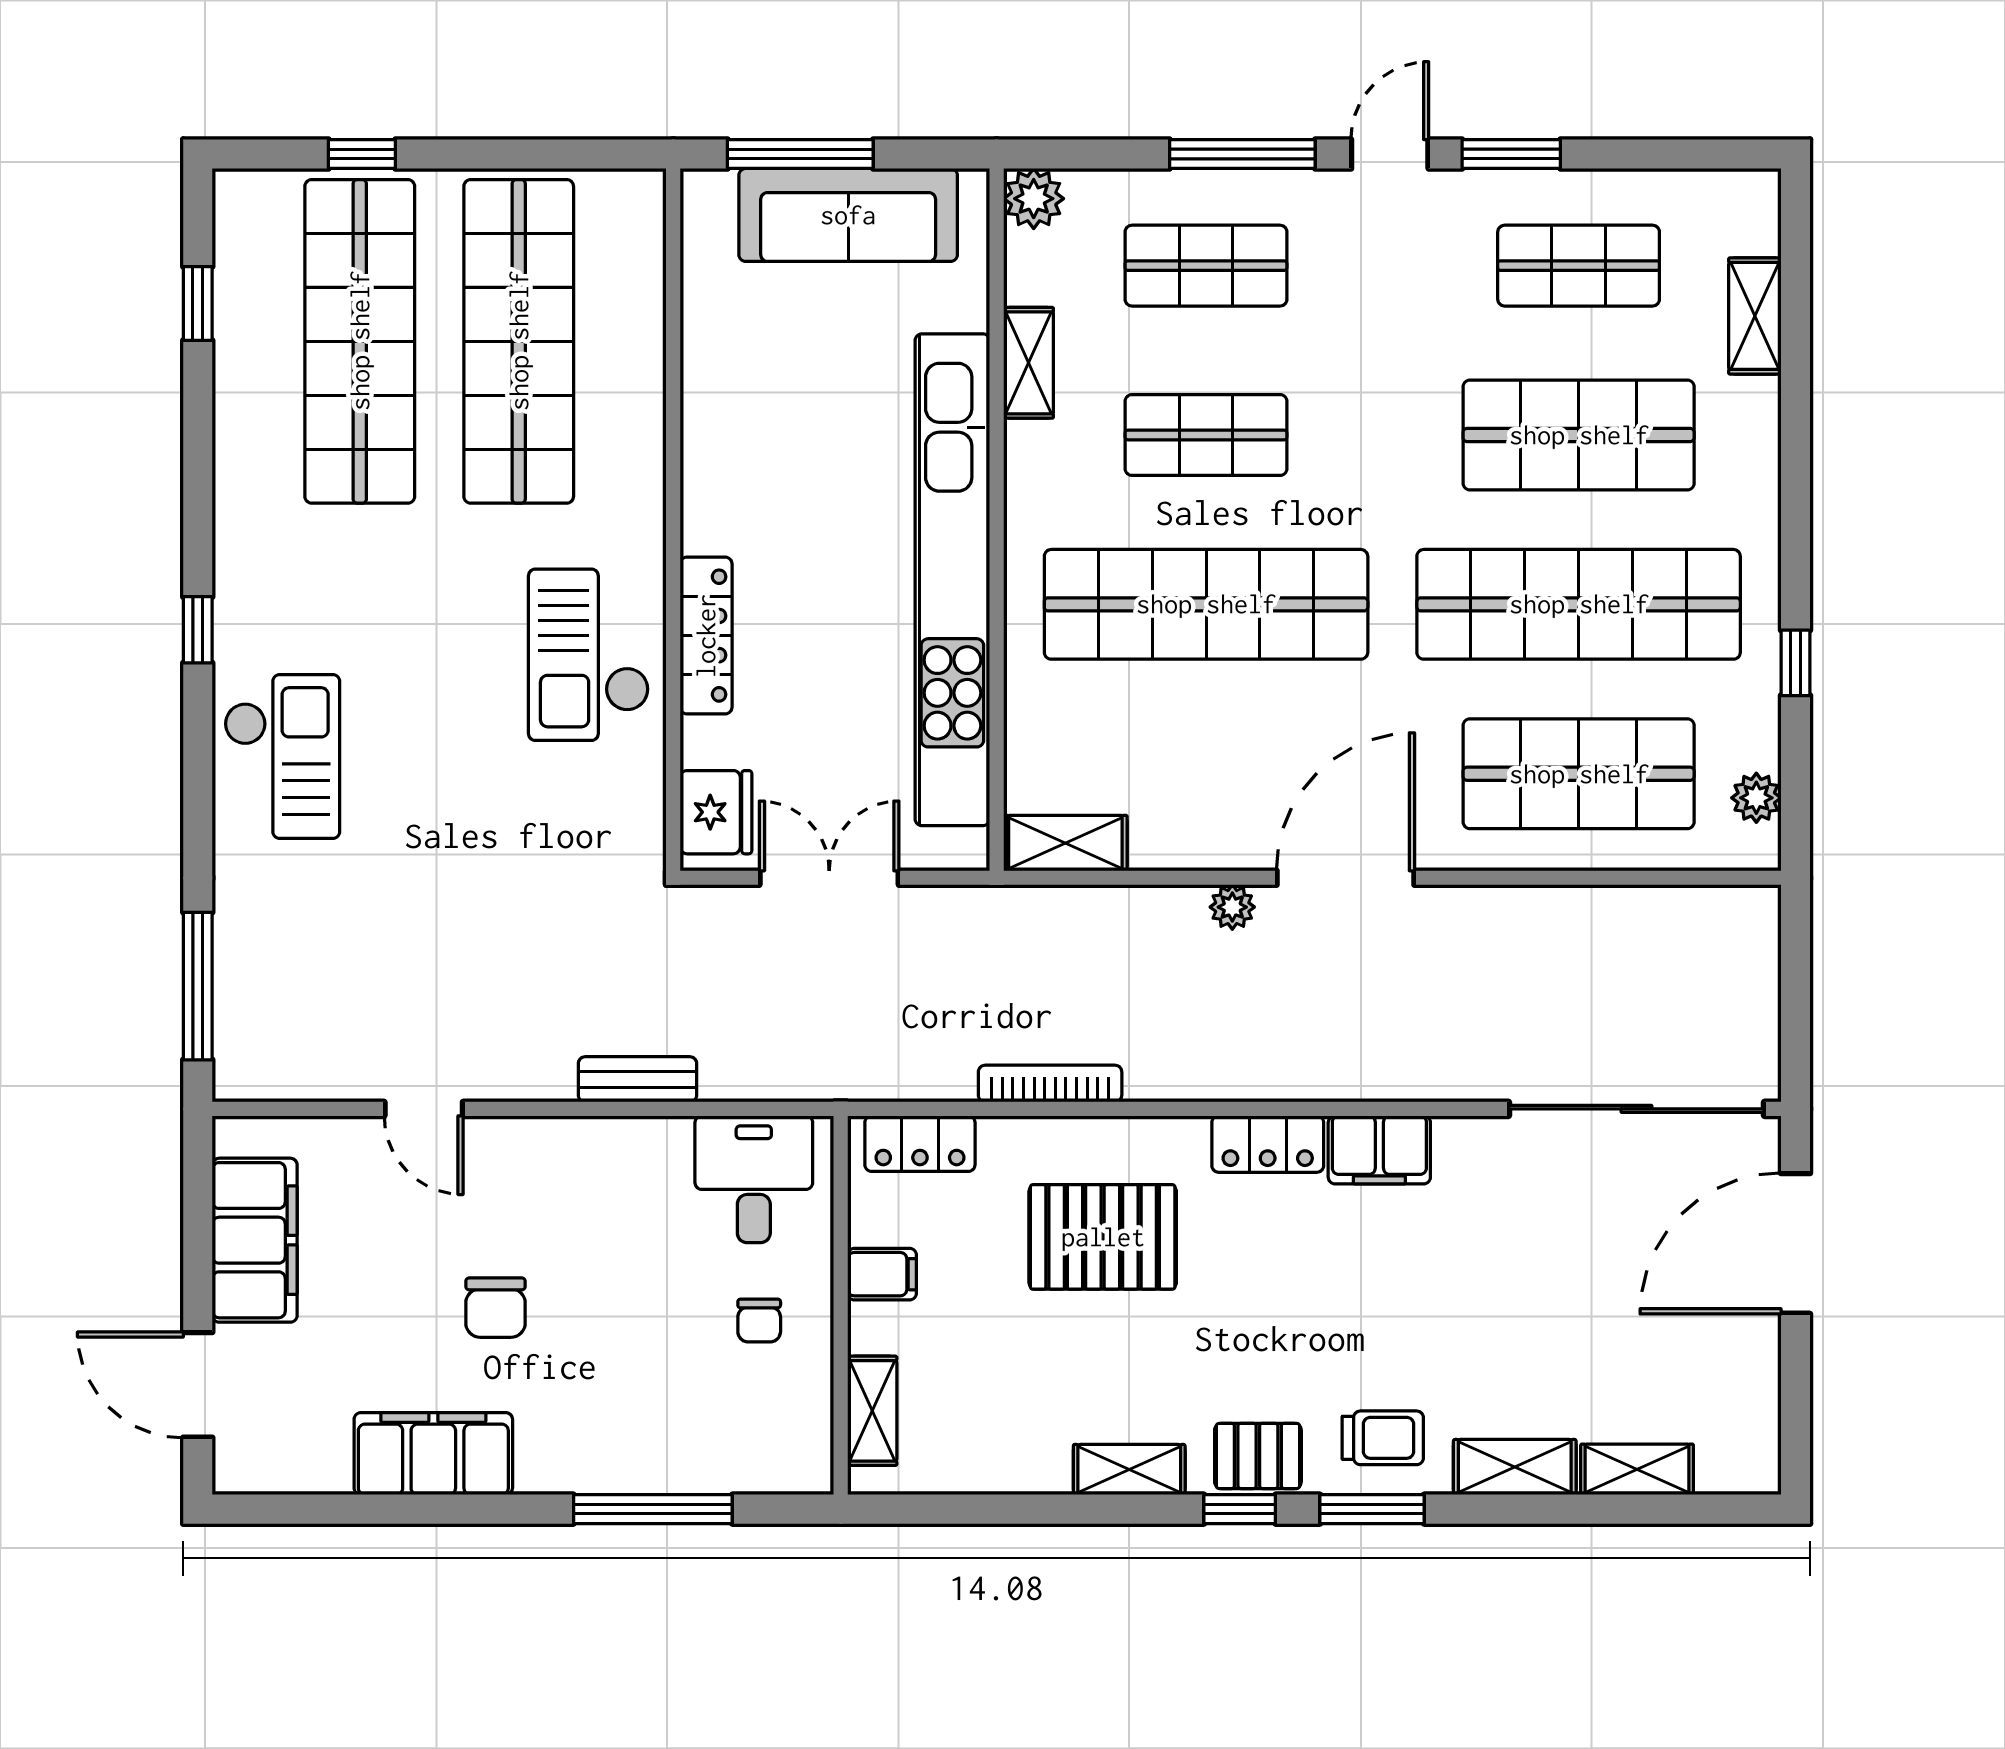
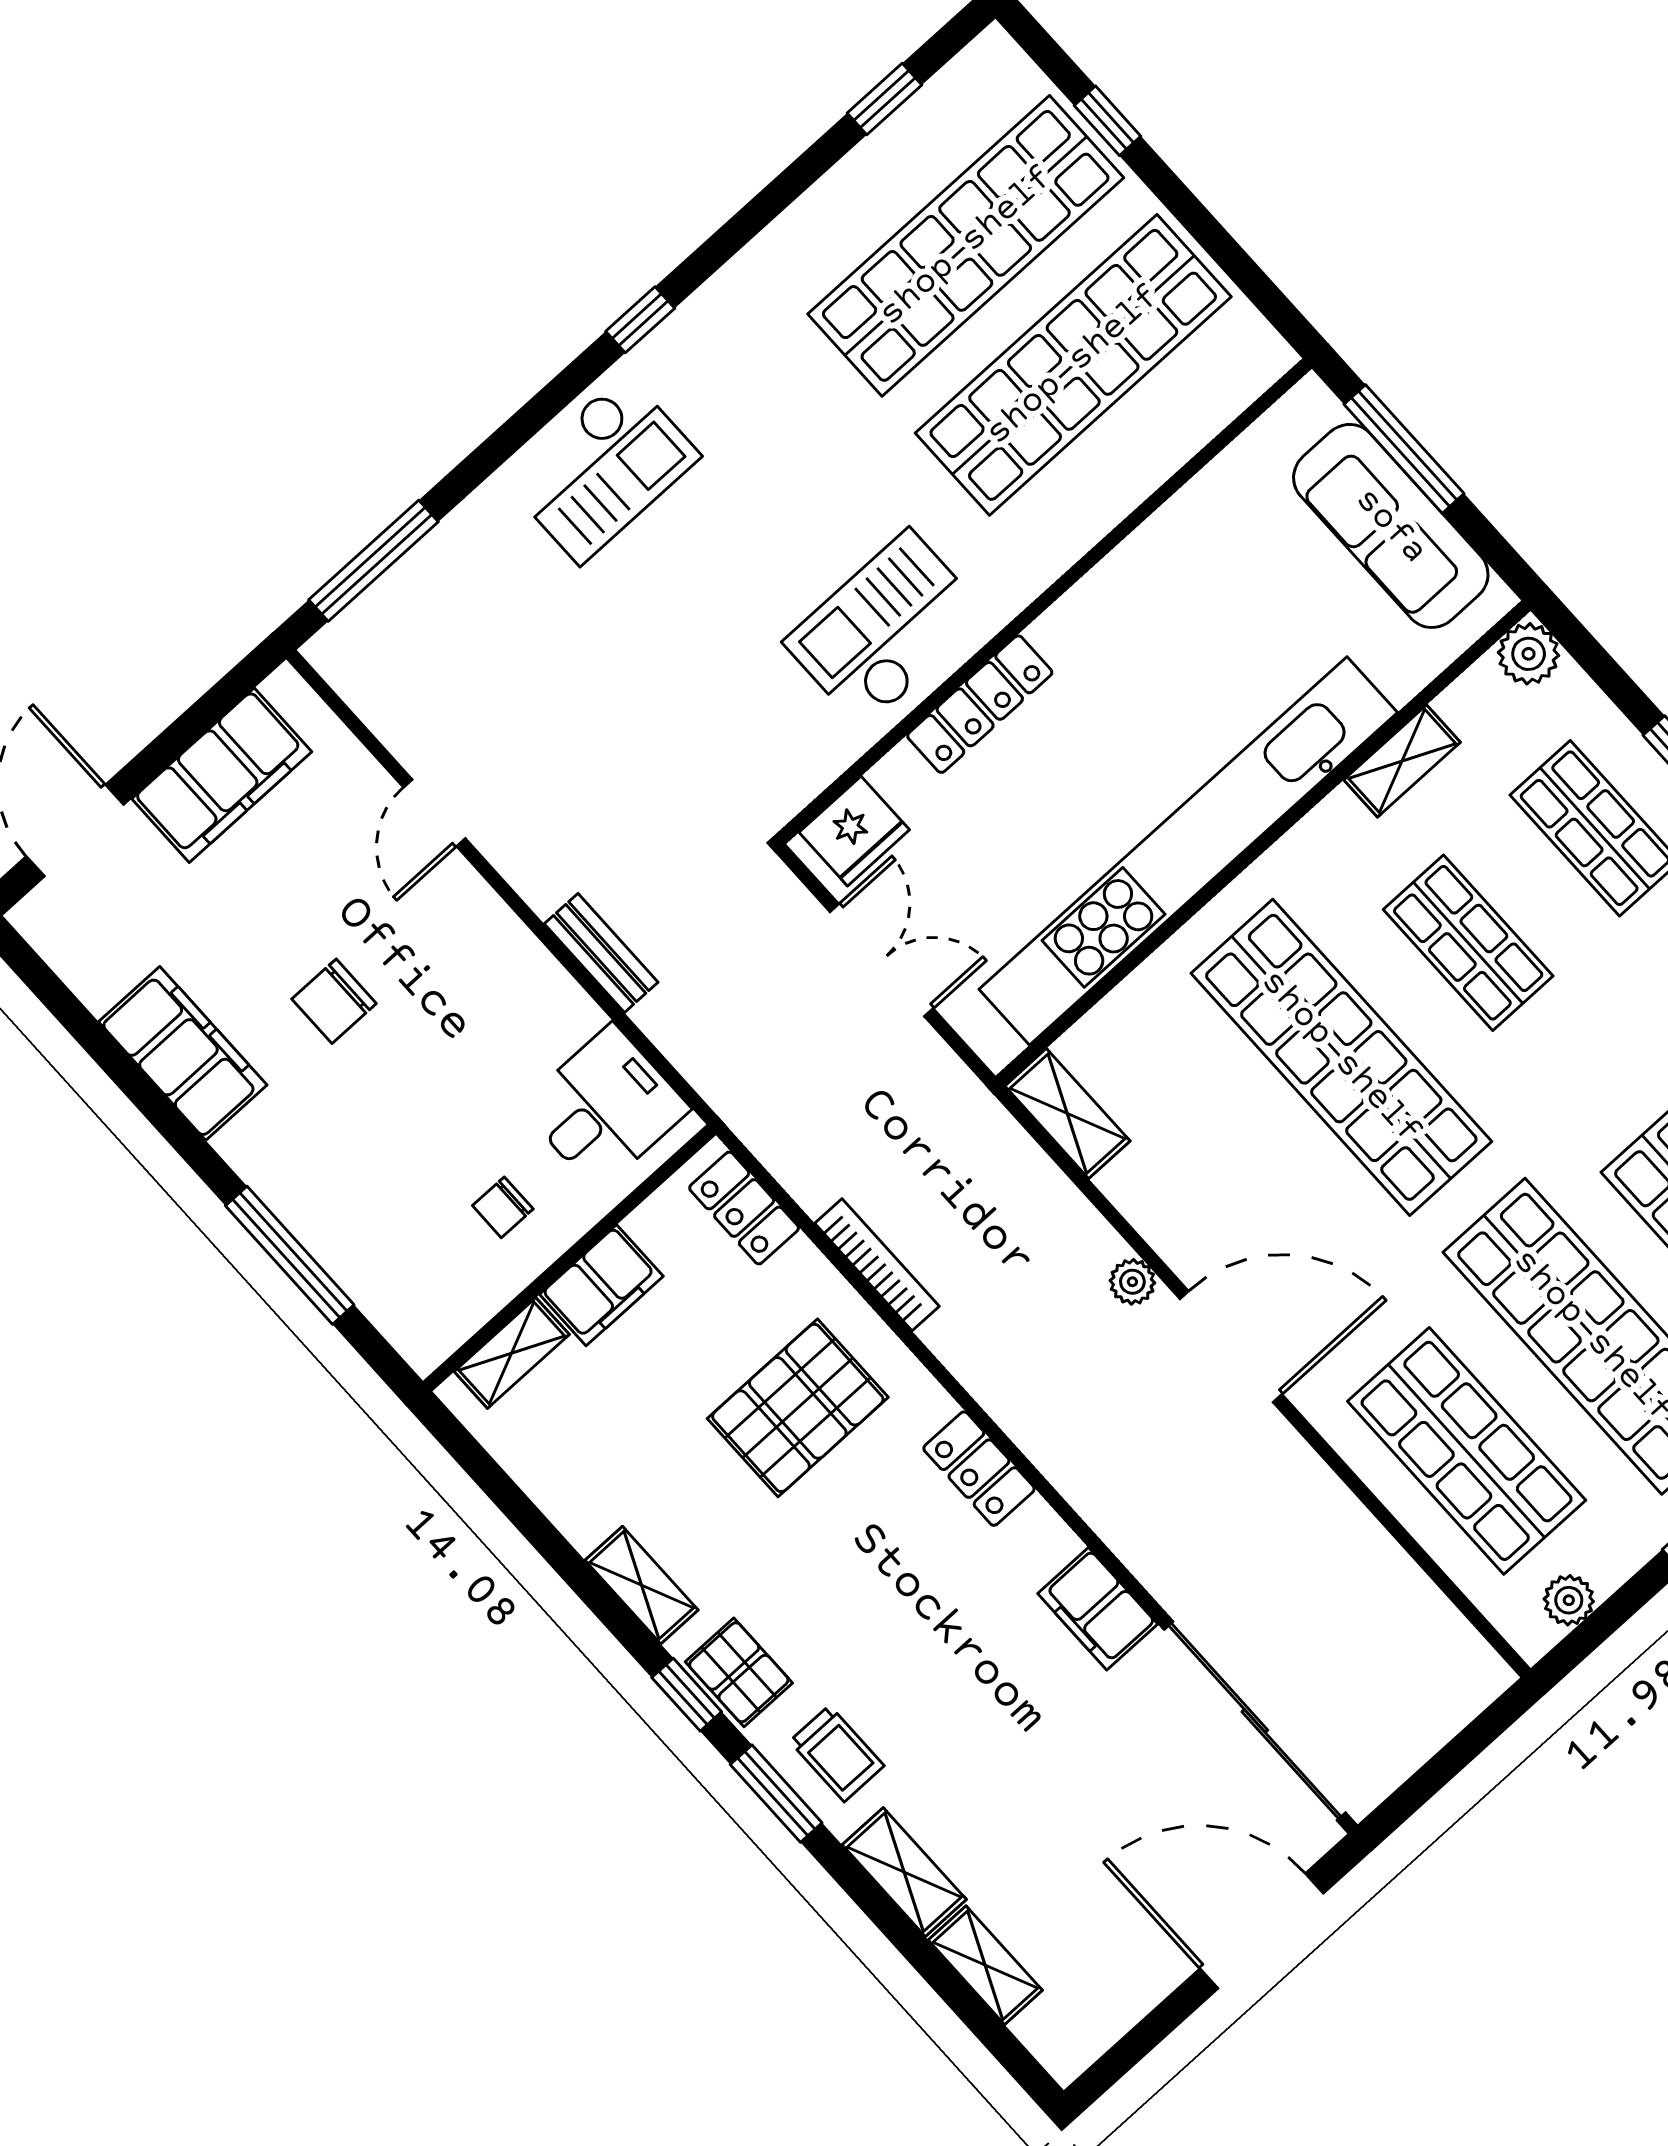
filing cabinet: (1379, 1150) -> (1098, 1609), moved
pallet: (1103, 1237) -> (798, 1408), turned 90
filing cabinet: (882, 1274) -> (601, 1285), width x2.00

